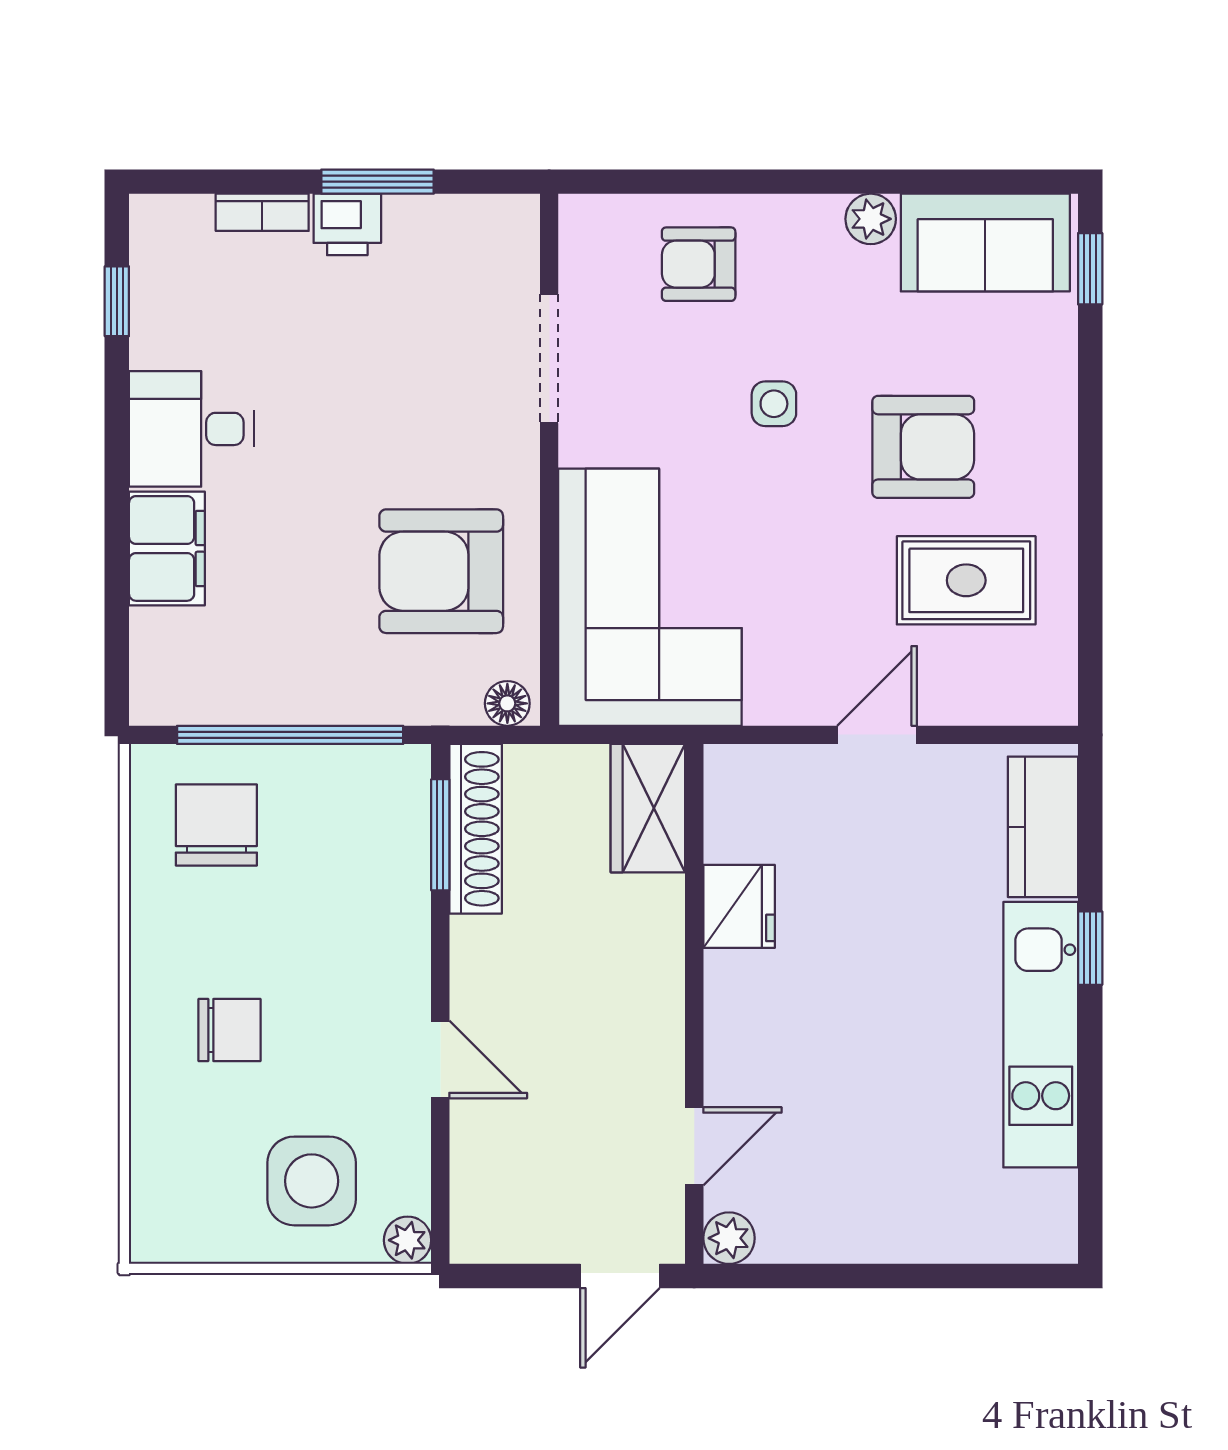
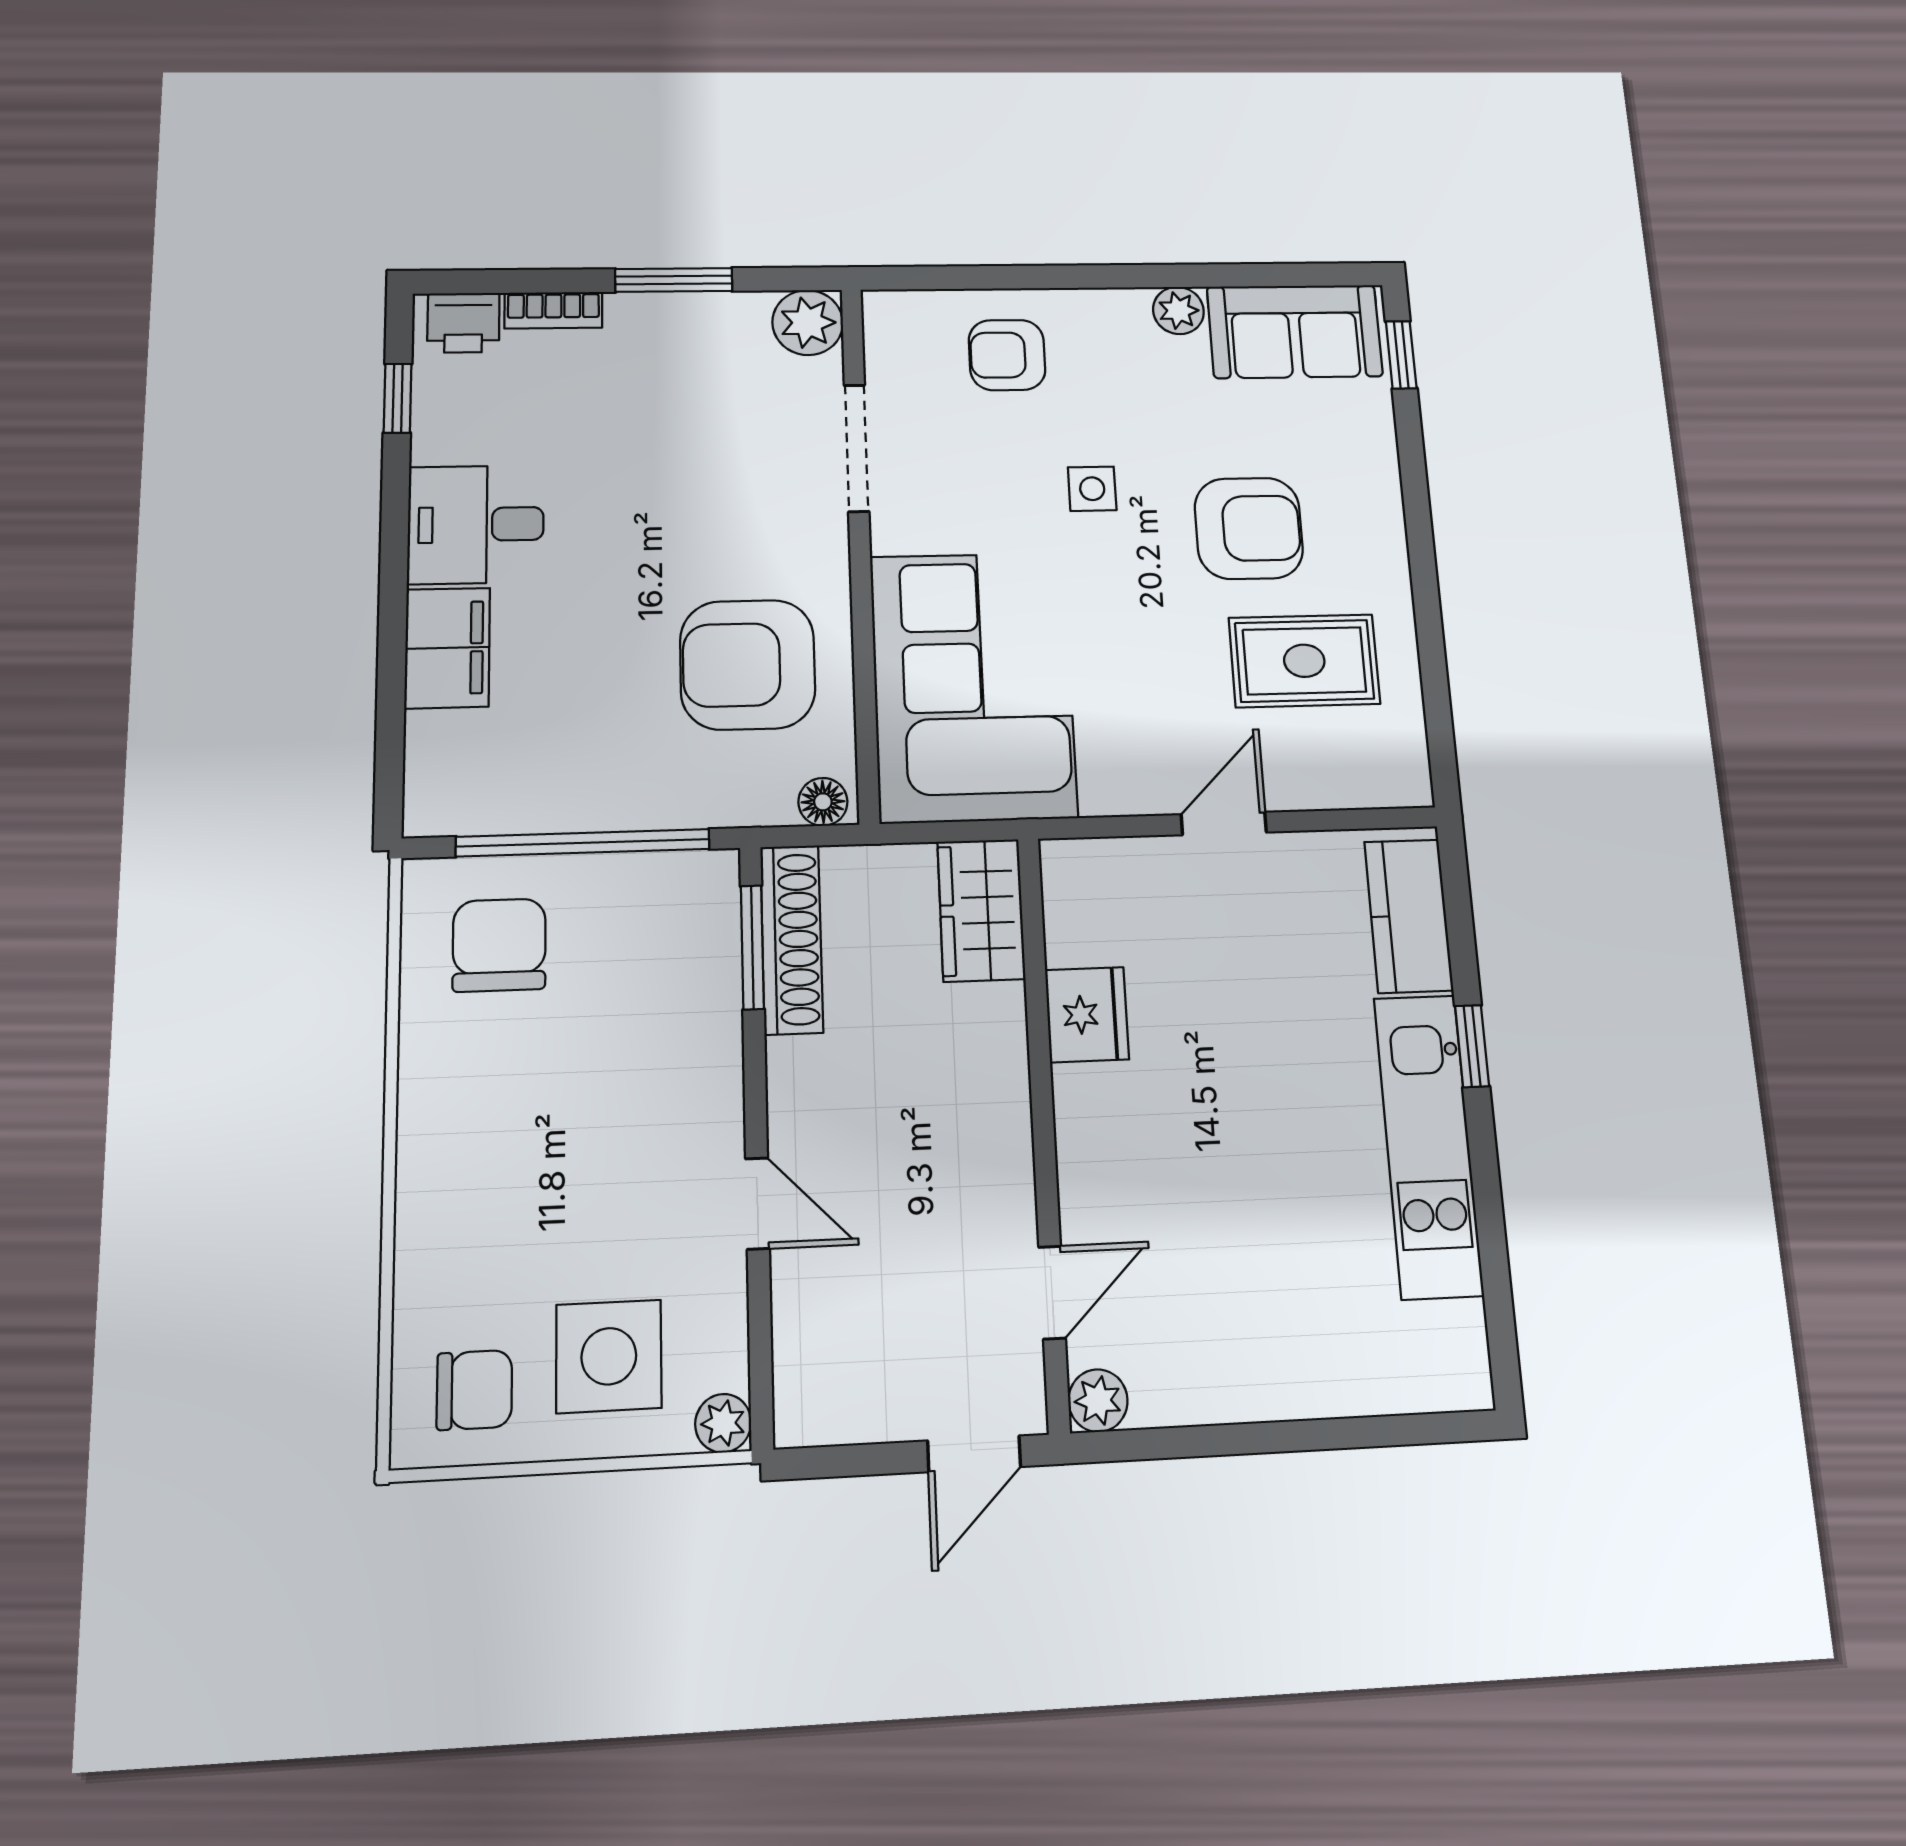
printer: (347, 224) -> (463, 323), moved
plant: (506, 228) -> (808, 323), added
chair: (229, 1030) -> (474, 1390), moved

